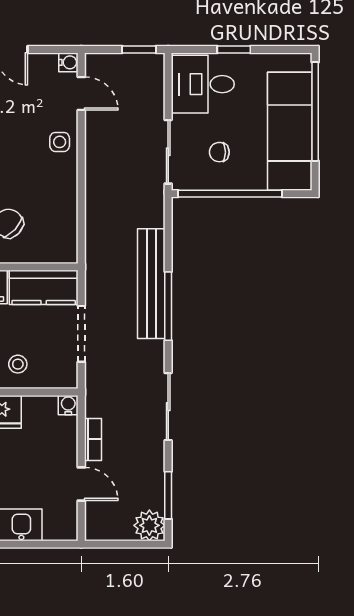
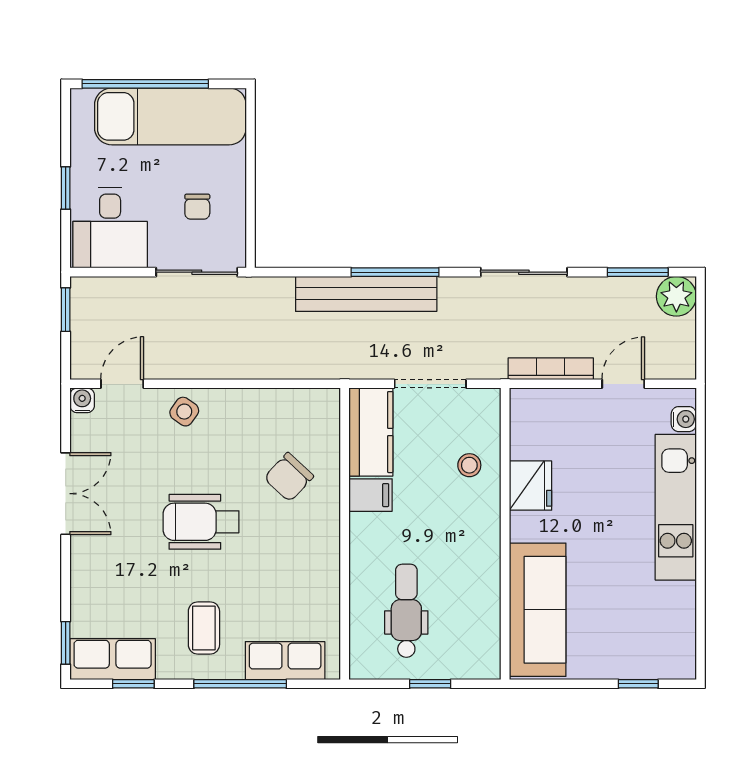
side table: (60, 142) -> (184, 412), turned 35
window: (230, 194) -> (251, 193), removed
water cooler: (68, 405) -> (684, 419), moved, turned 180
bookcase: (93, 439) -> (551, 369), width x1.56

